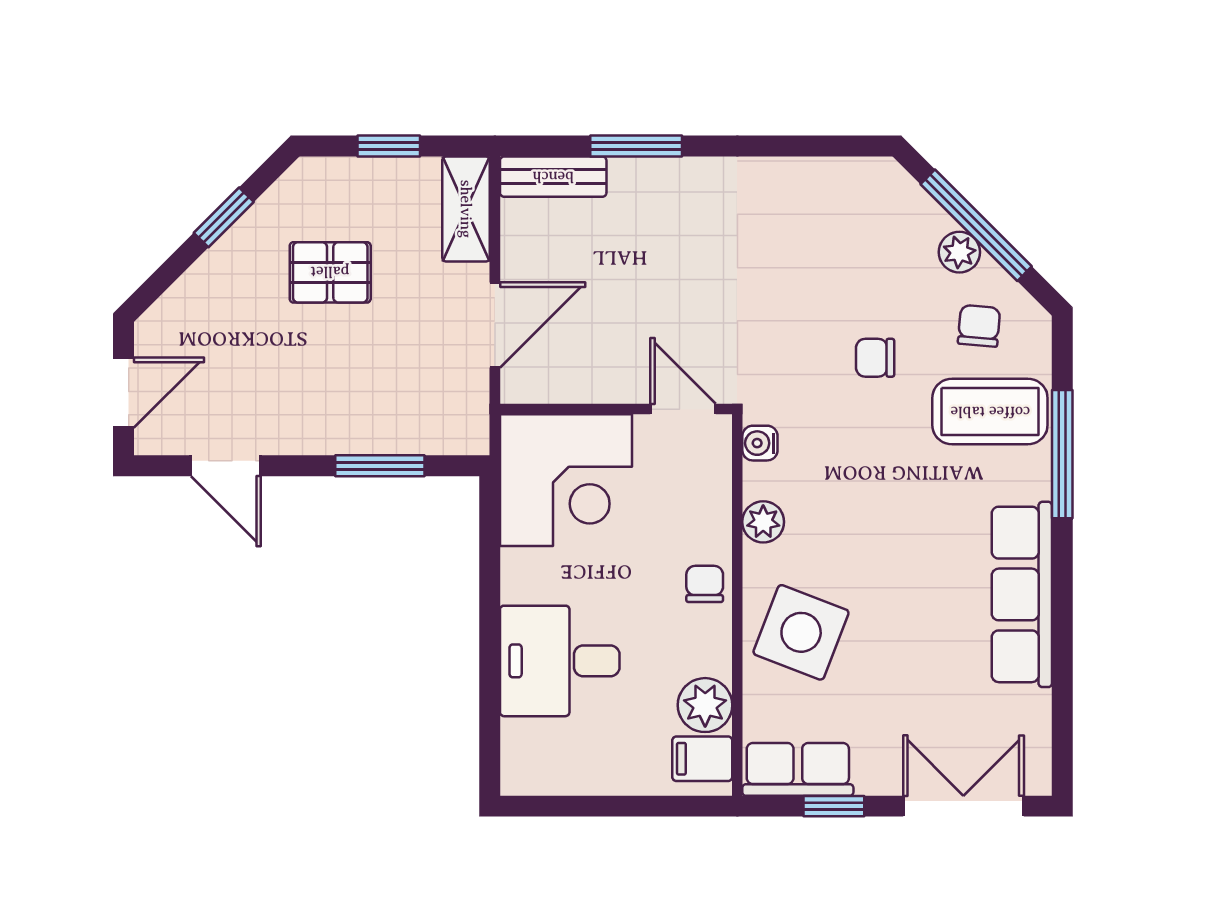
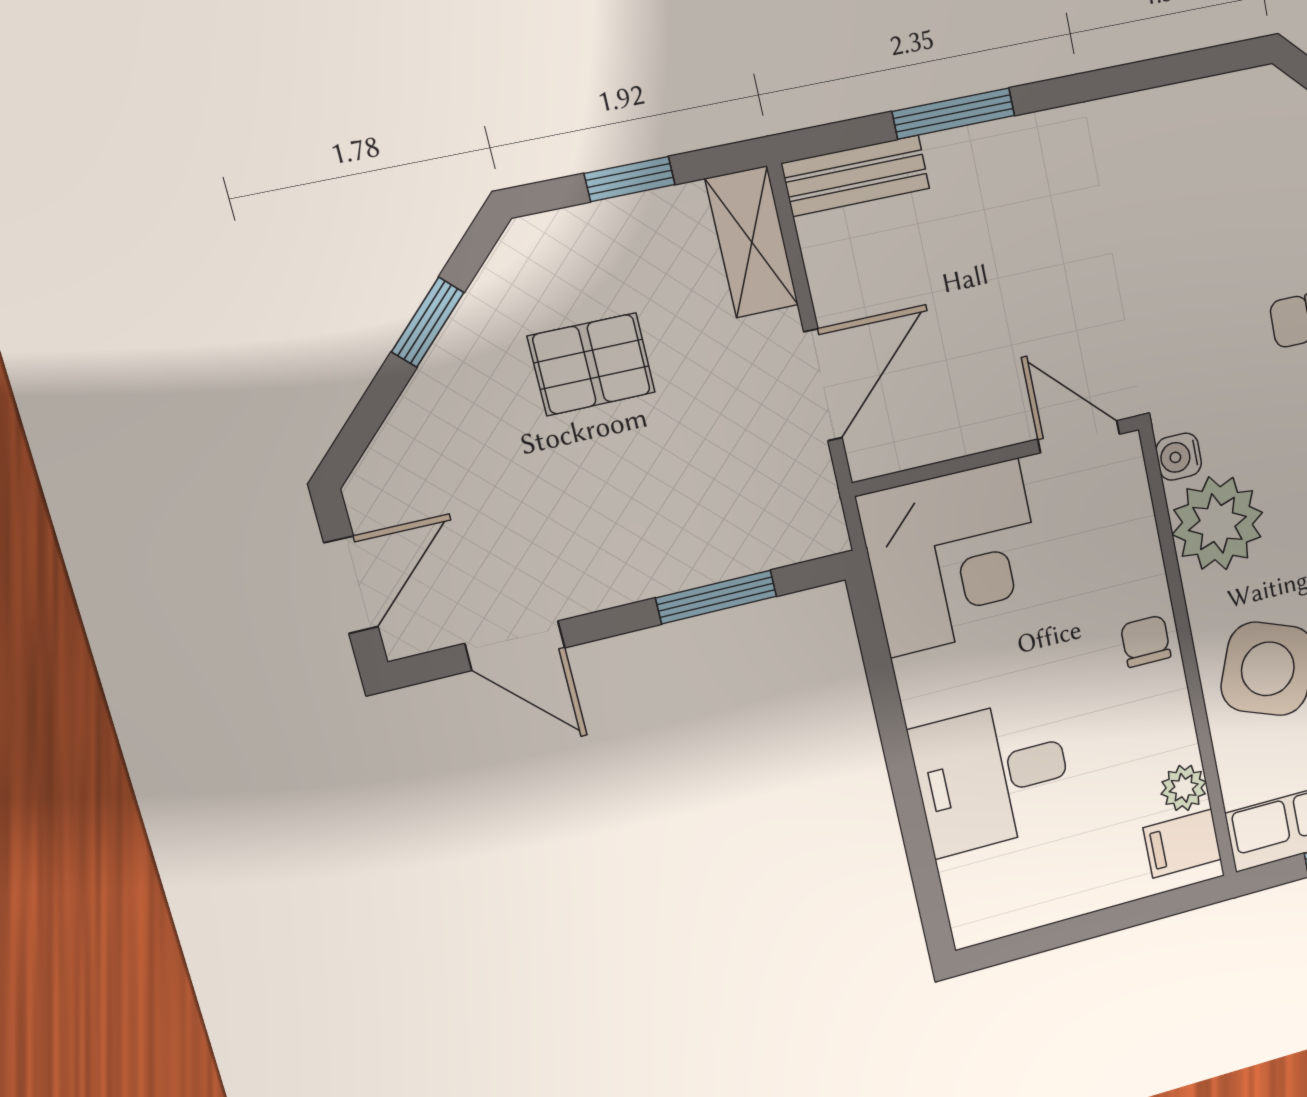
plant: (763, 522) -> (1217, 523), width x1.88, depth x1.88
plant: (705, 705) -> (1184, 788), width x0.73, depth x0.73

